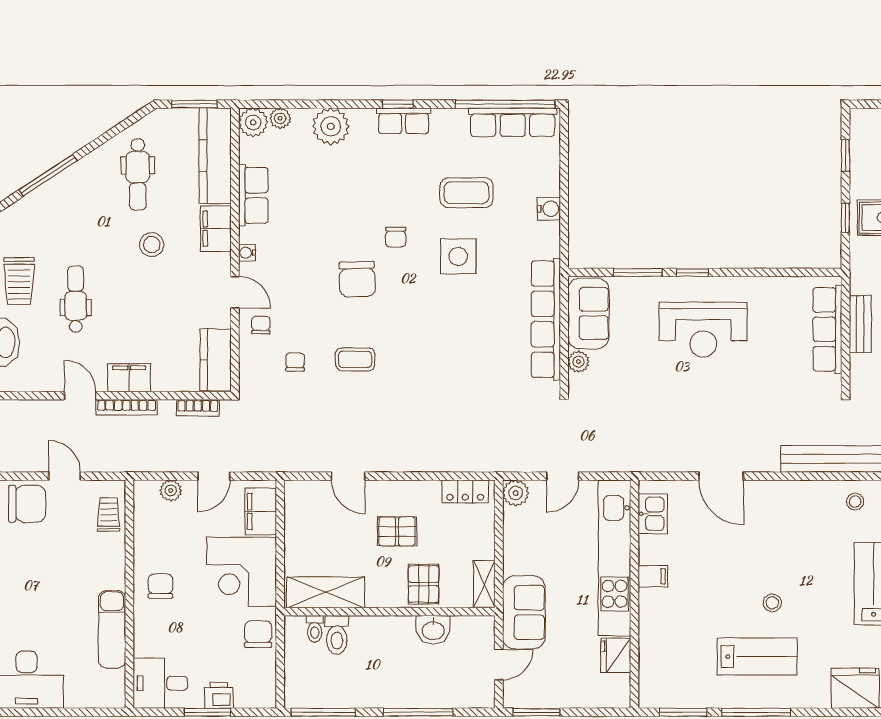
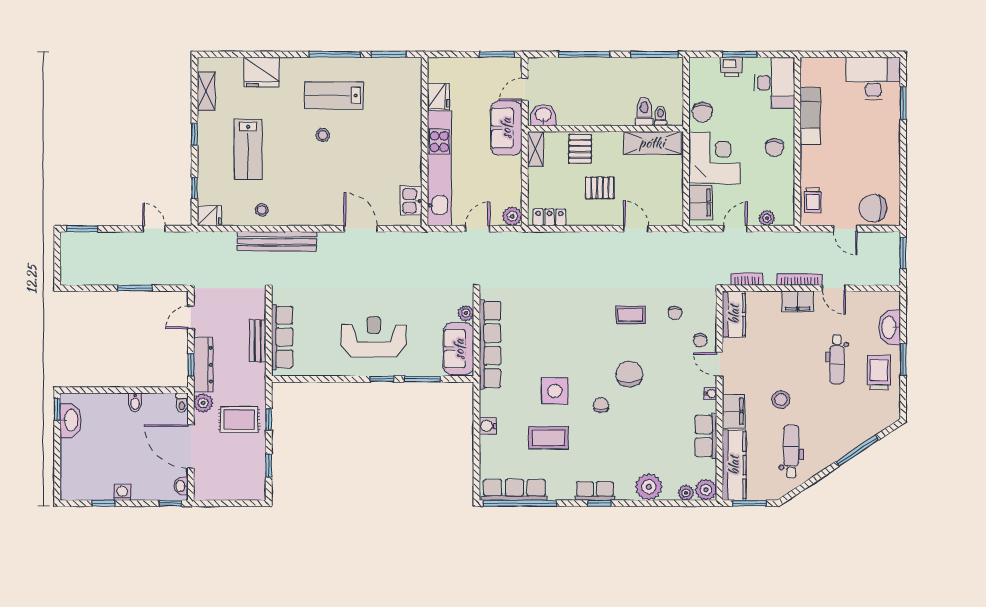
filing cabinet: (653, 576) -> (411, 155), removed
washbasin: (433, 630) -> (543, 115), moved
desk: (160, 683) -> (775, 83), width x1.37

